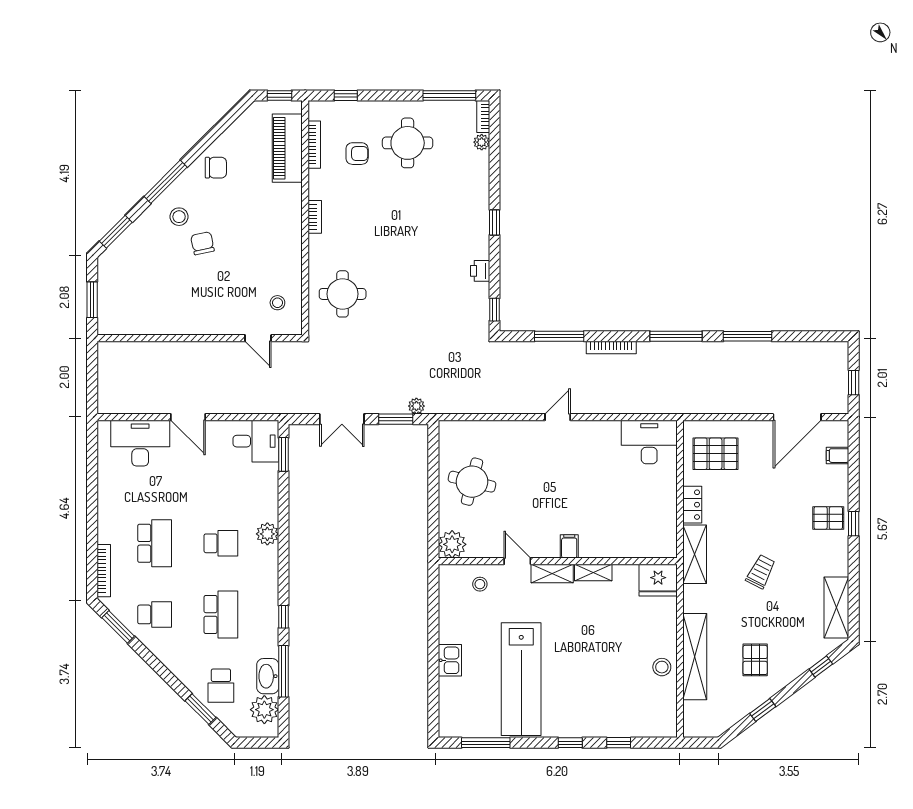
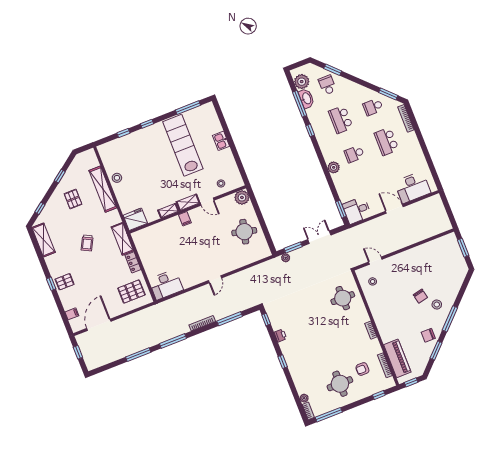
window: (116, 232) -> (436, 350), moved

